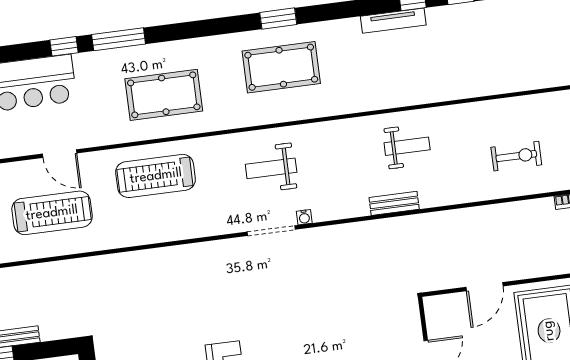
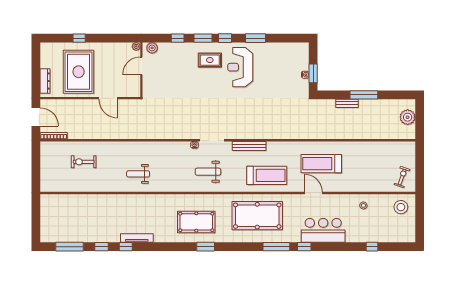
window: (278, 18) -> (206, 247), moved
pool table: (164, 95) -> (257, 216), width x1.36, depth x1.32
weight bench: (271, 168) -> (208, 172), turned 180
bench: (394, 203) -> (249, 146), moved, width x1.36
door: (484, 287) -> (108, 98), swing flipped

